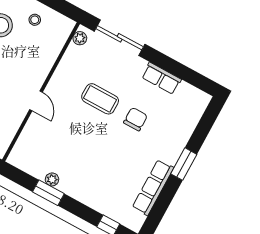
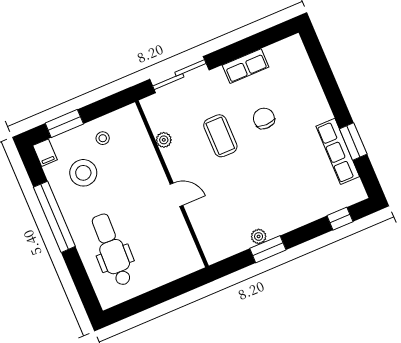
plant: (80, 38) -> (164, 140), moved
coffee table: (100, 99) -> (220, 136), turned 90
window: (184, 164) -> (353, 141), moved

